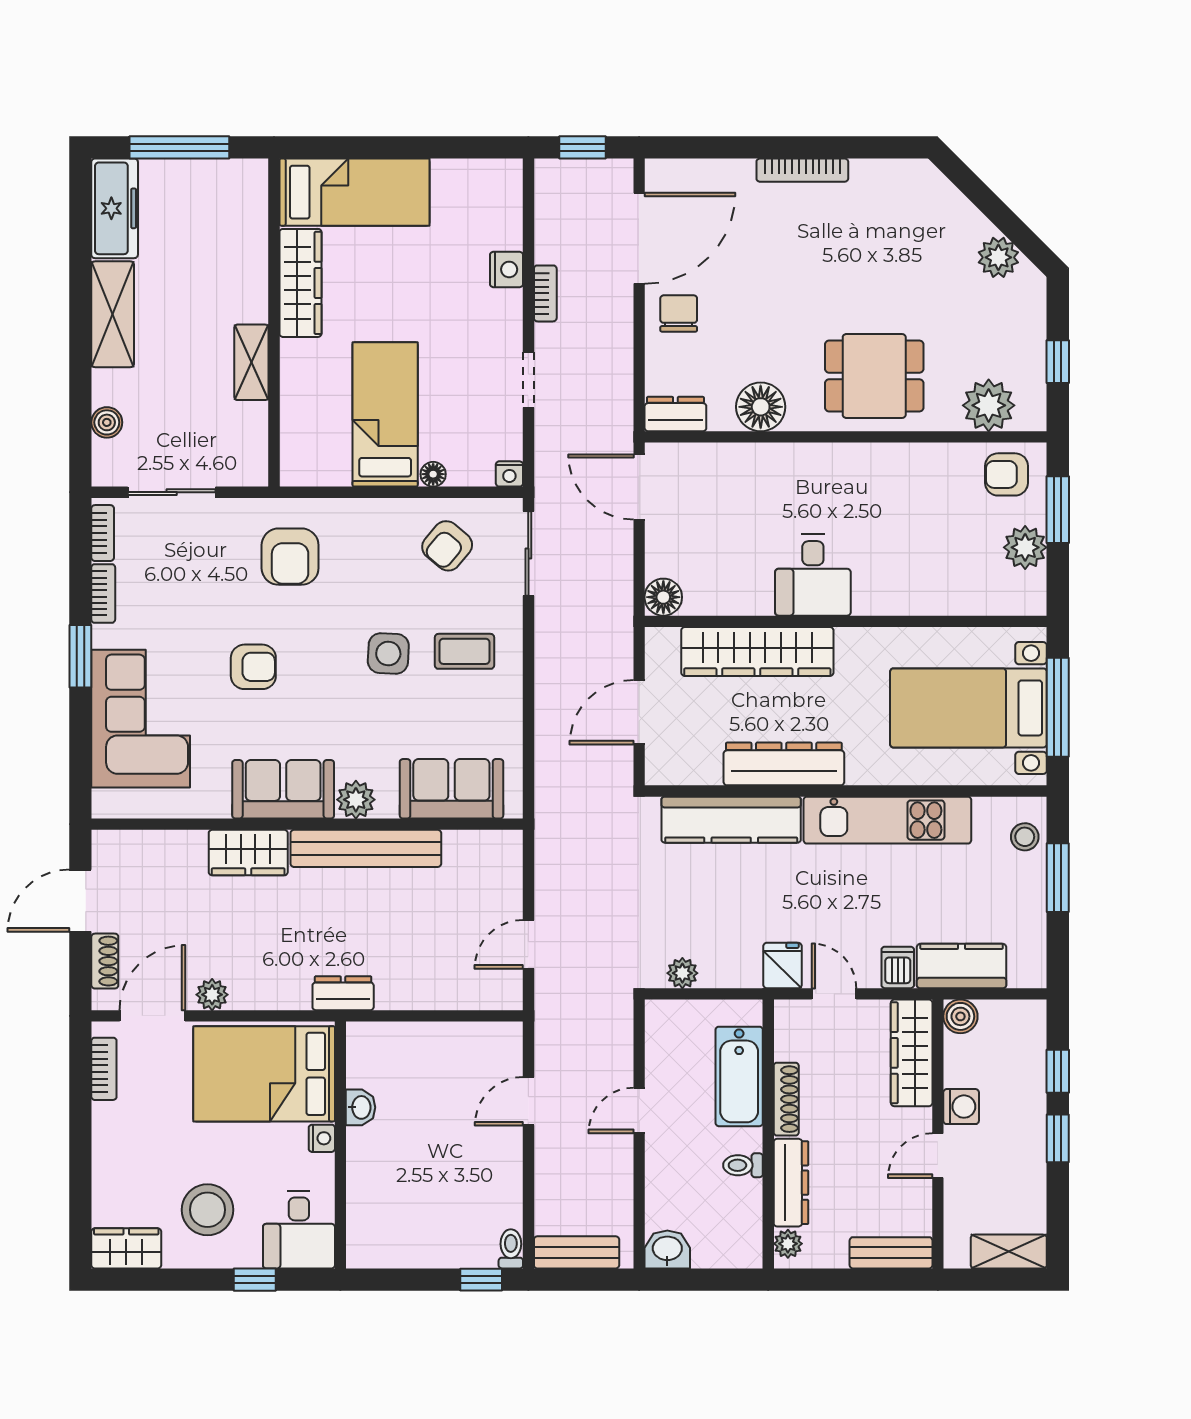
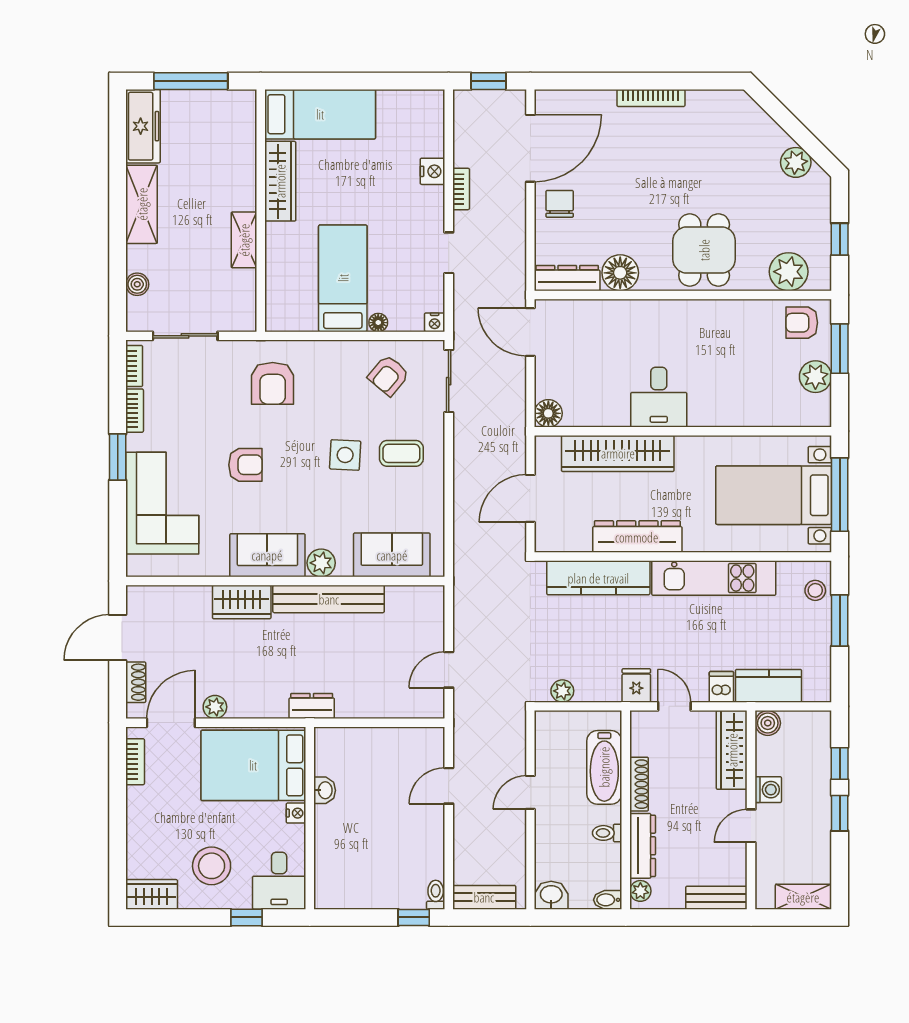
dining table: (874, 376) -> (704, 250), turned 90
dresser: (675, 414) -> (567, 278), width x1.44
bidet: (744, 1256) -> (608, 900), added

